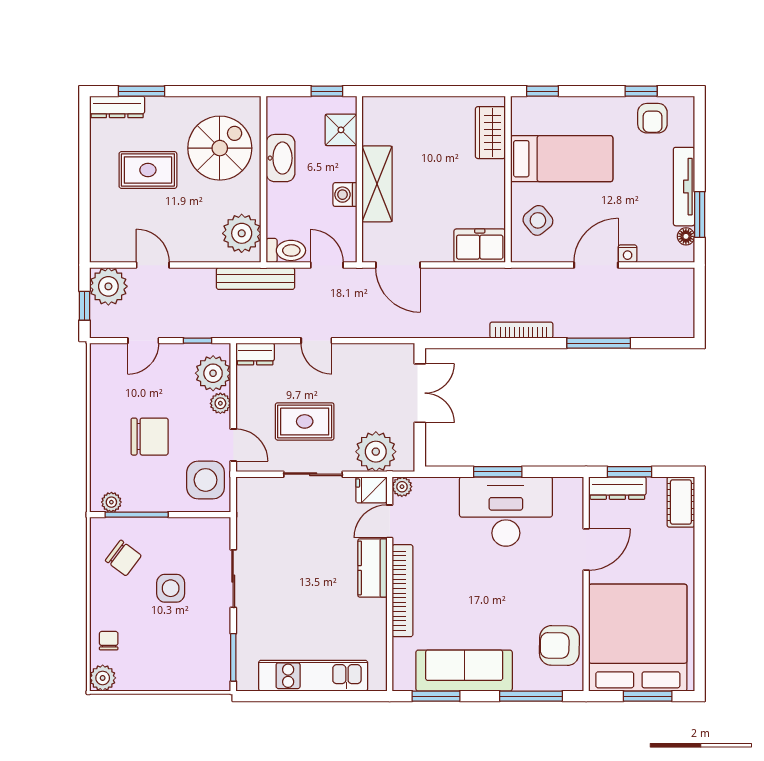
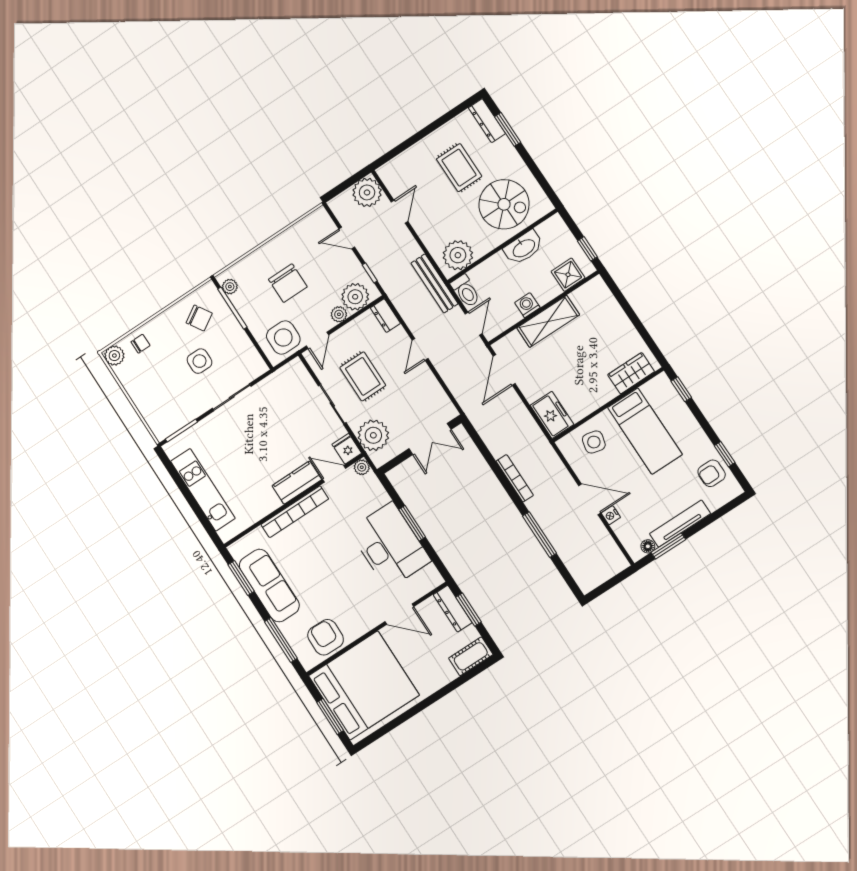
side table: (538, 220) -> (594, 442), turned -37
window: (85, 306) -> (345, 185), removed
chair: (123, 558) -> (199, 318), turned -69

